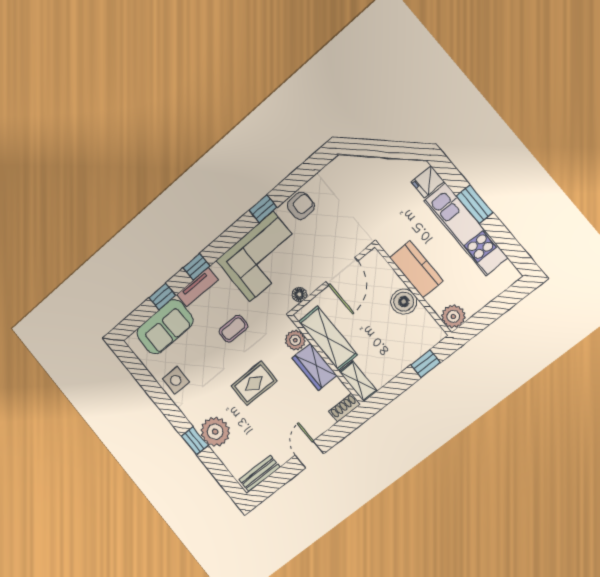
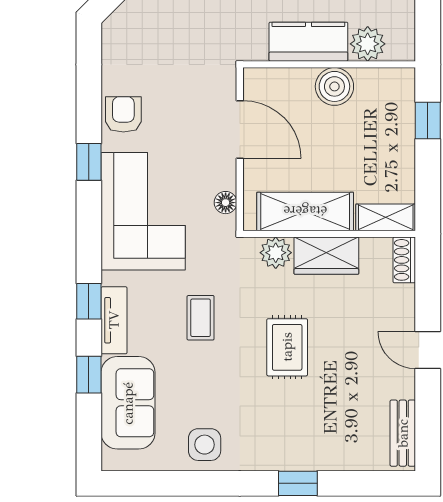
plant: (453, 316) -> (368, 44), moved
plant: (215, 432) -> (307, 447), removed

